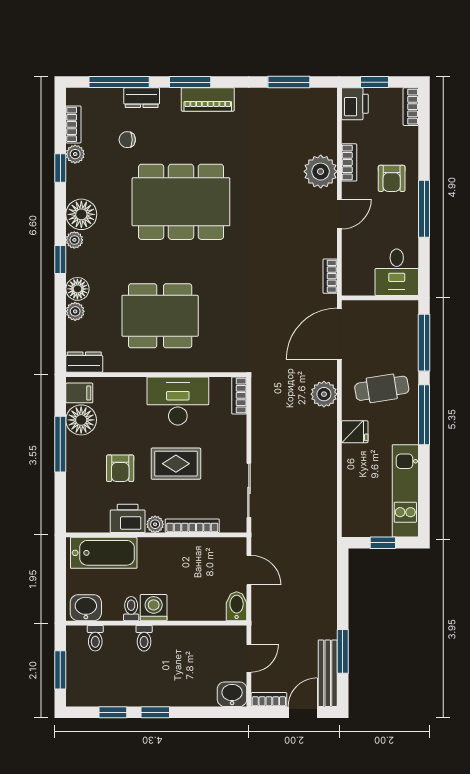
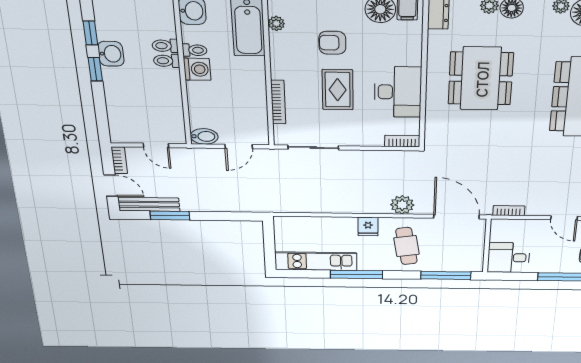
window: (424, 415) -> (357, 274), moved
printer: (128, 518) -> (283, 48), removed
plant: (155, 524) -> (276, 23), moved
window: (383, 543) -> (269, 245), removed
toilet: (95, 638) -> (165, 46), moved
washbasin: (232, 694) -> (111, 54), moved

